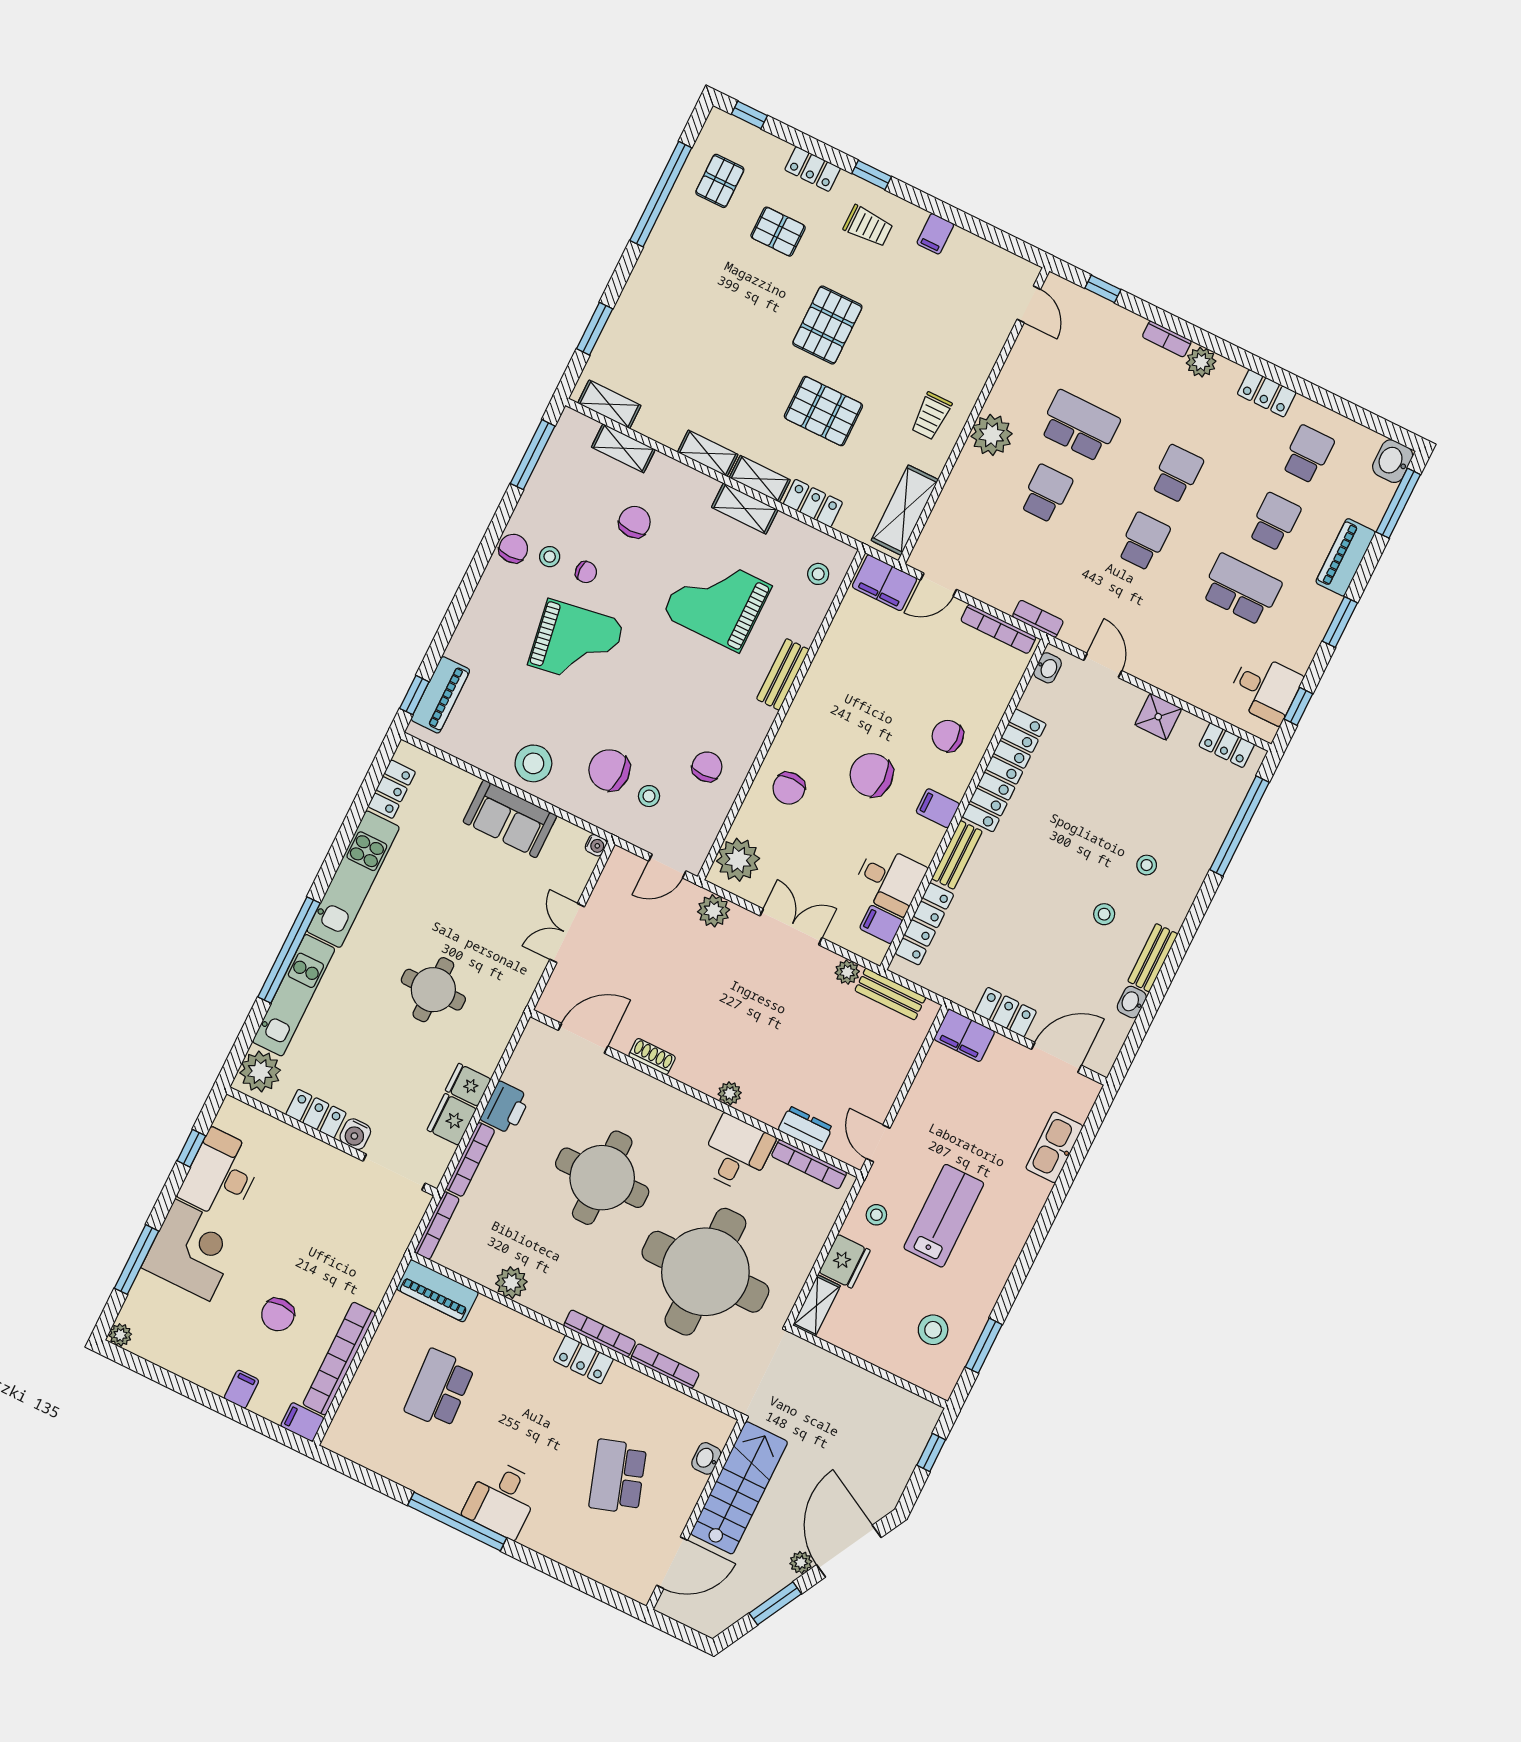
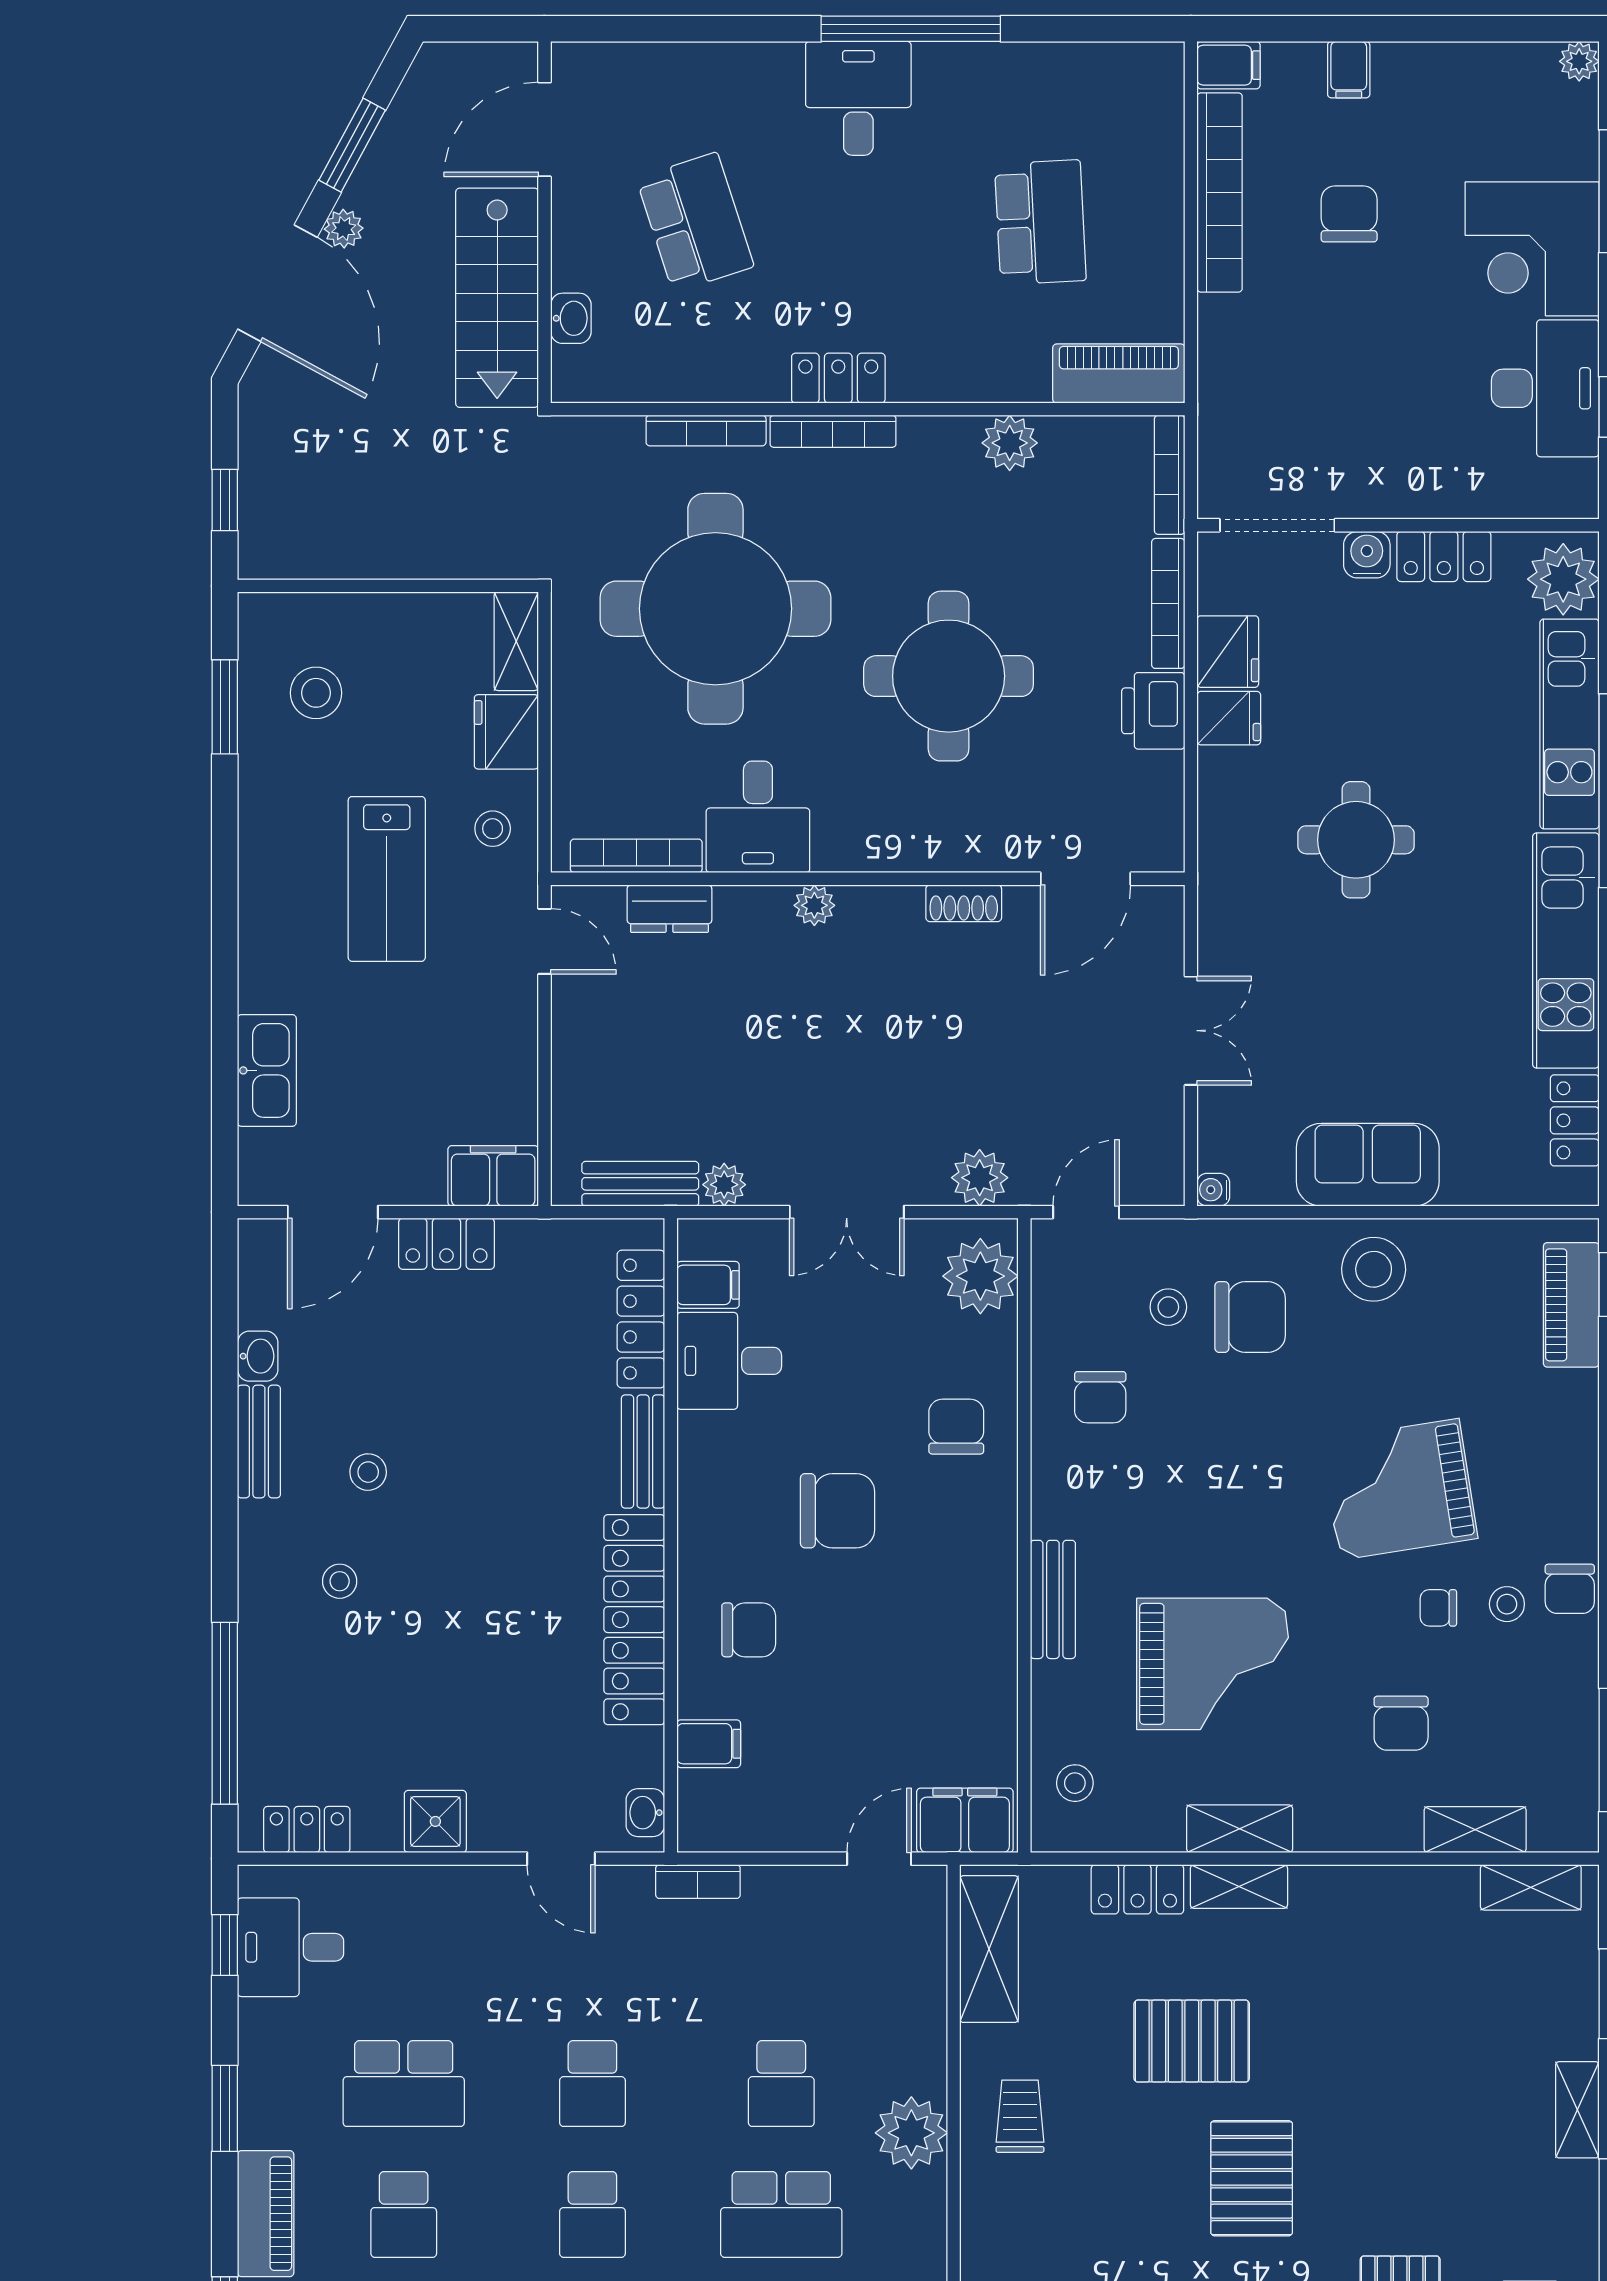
shelving: (708, 453) -> (1577, 2110), moved, turned 90
bookcase: (998, 629) -> (752, 1836), removed
filing cabinet: (938, 808) -> (709, 1744), moved

